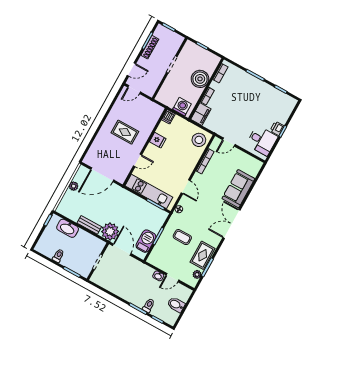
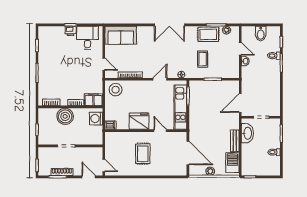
fridge: (158, 140) -> (139, 121), width x1.88, depth x1.34
sofa: (238, 189) -> (121, 35), moved
washbasin: (68, 228) -> (247, 133), moved
plant: (110, 231) -> (231, 121), removed
barbecue: (146, 241) -> (232, 163), moved, turned 90

